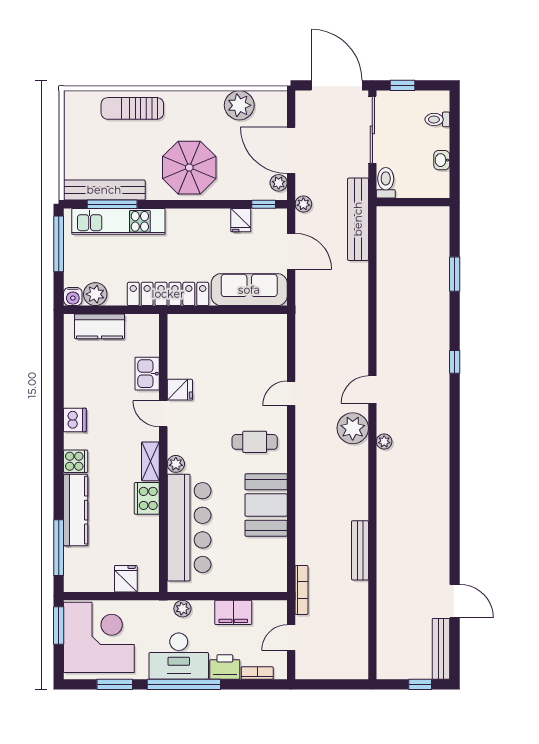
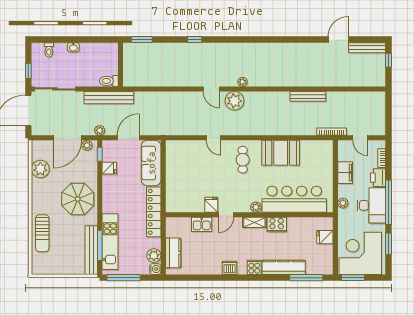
toilet: (386, 183) -> (109, 81), moved
wall: (413, 202) -> (121, 65), moved

